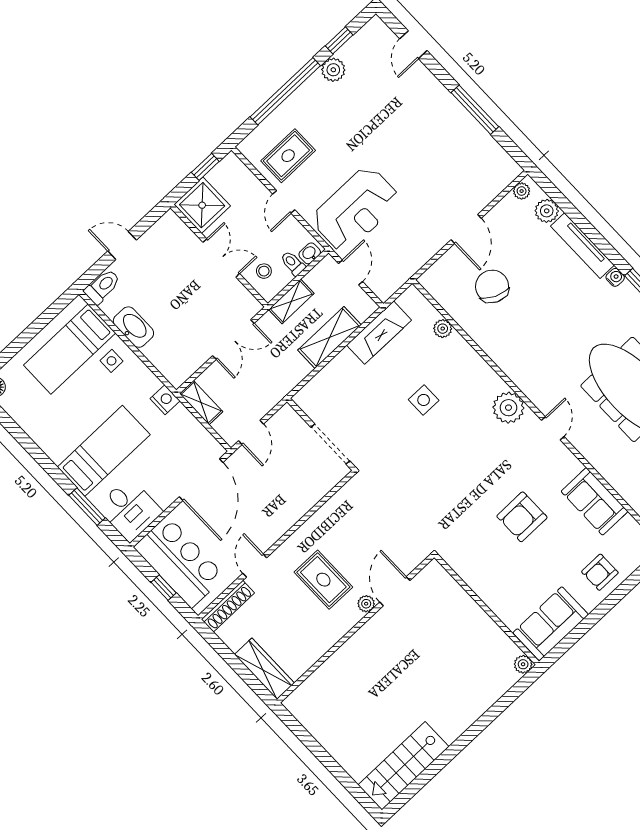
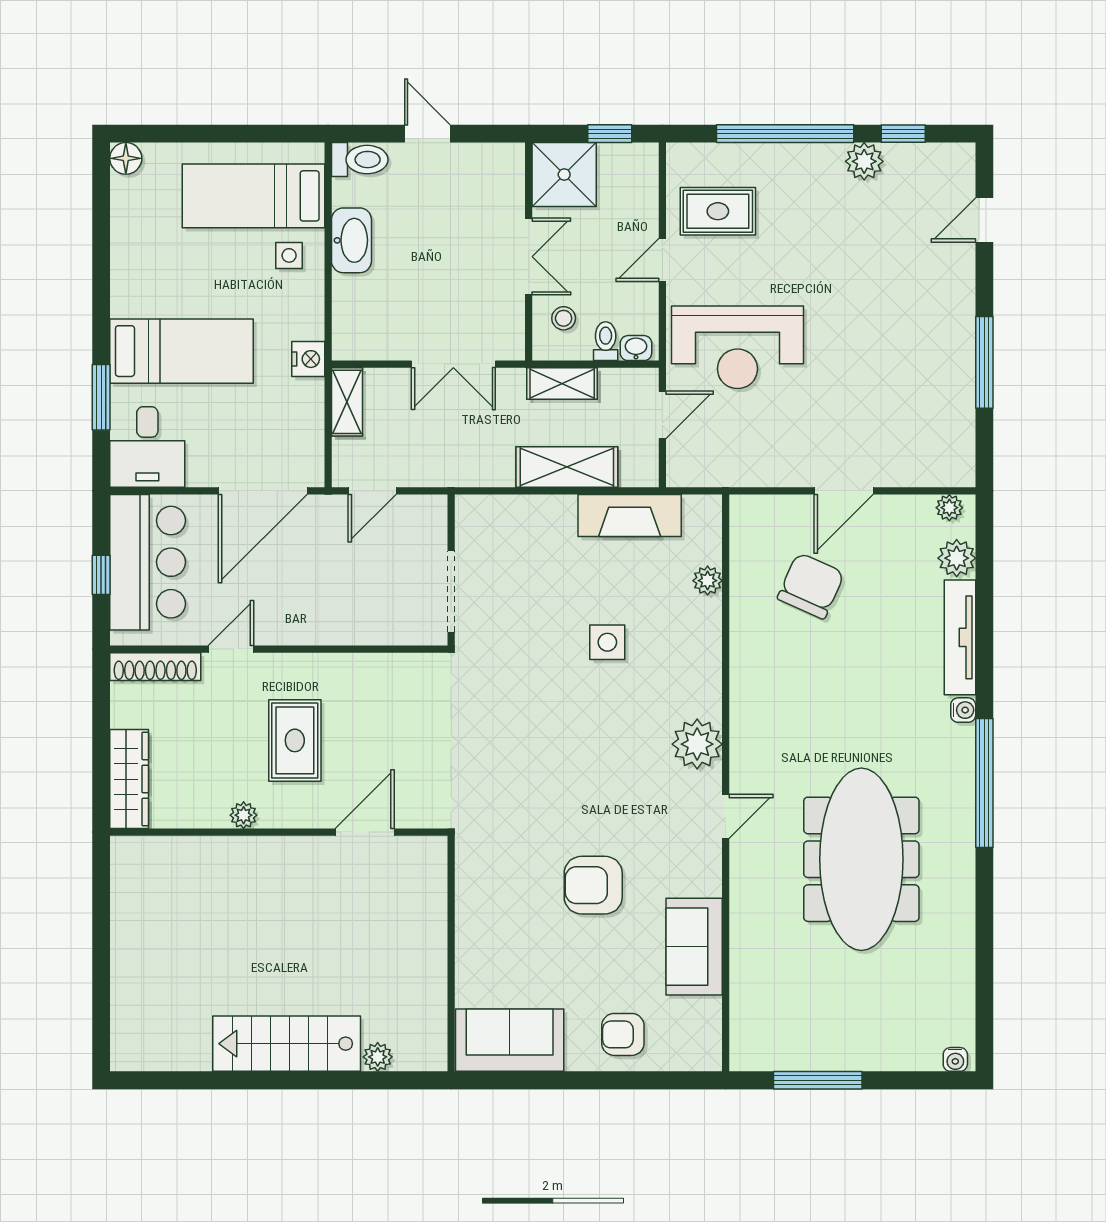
plant: (366, 604) -> (244, 815), moved
plant: (523, 664) -> (378, 1057), moved
stairs: (403, 766) -> (287, 1044), moved

